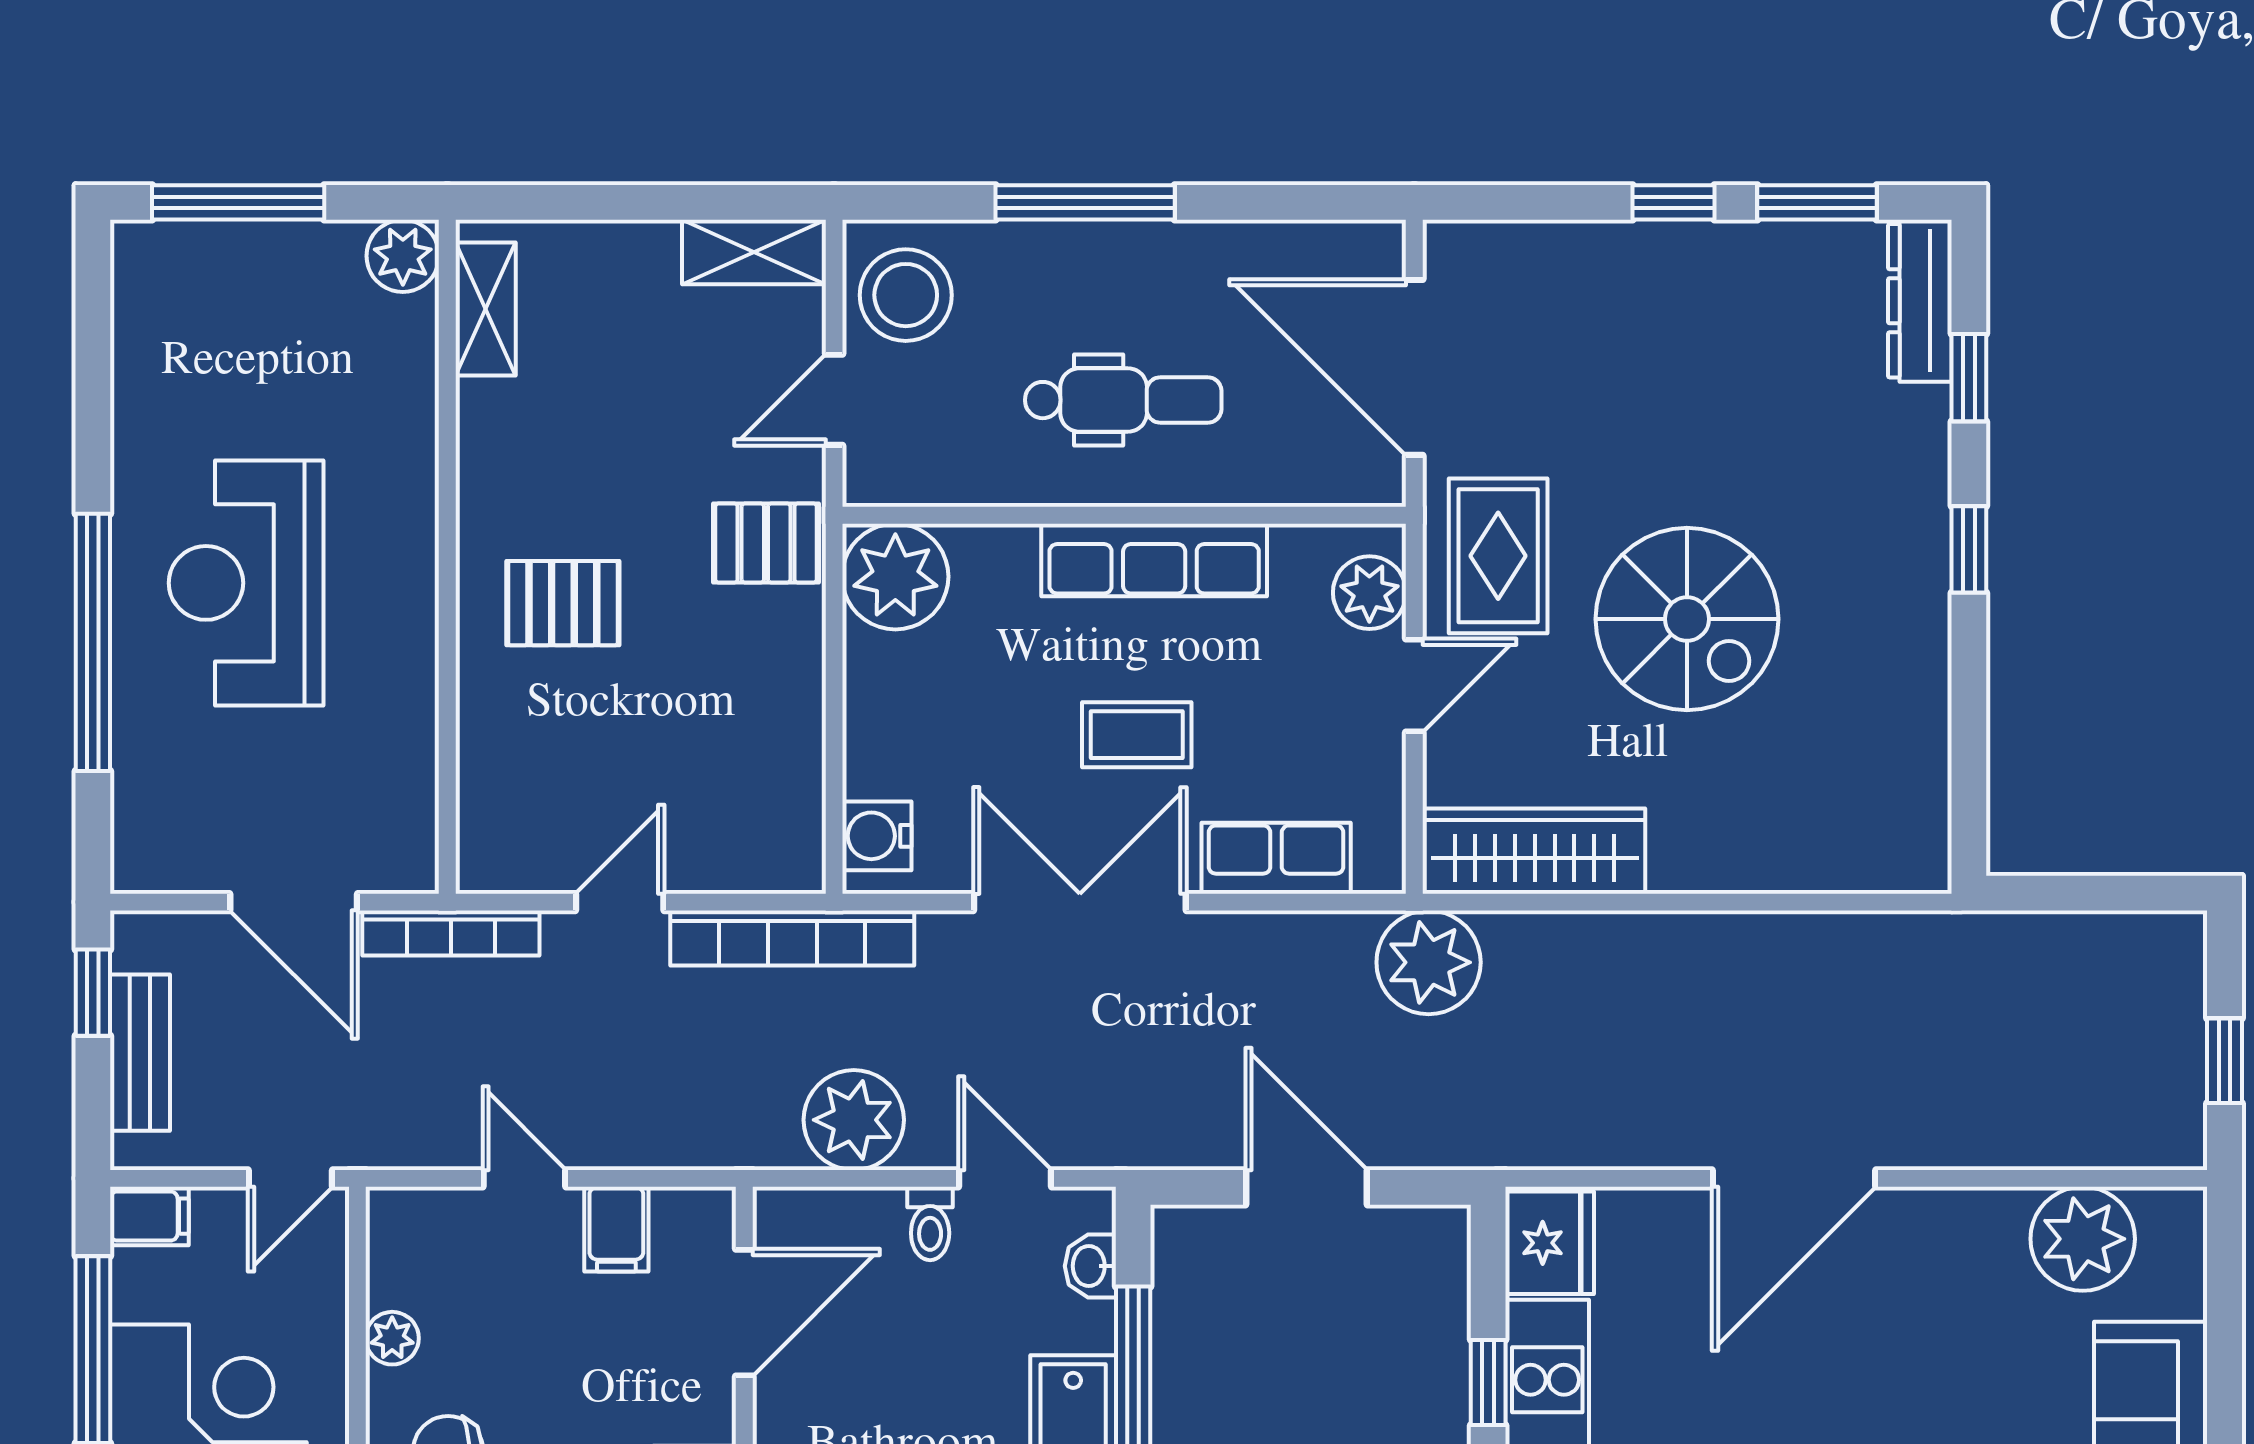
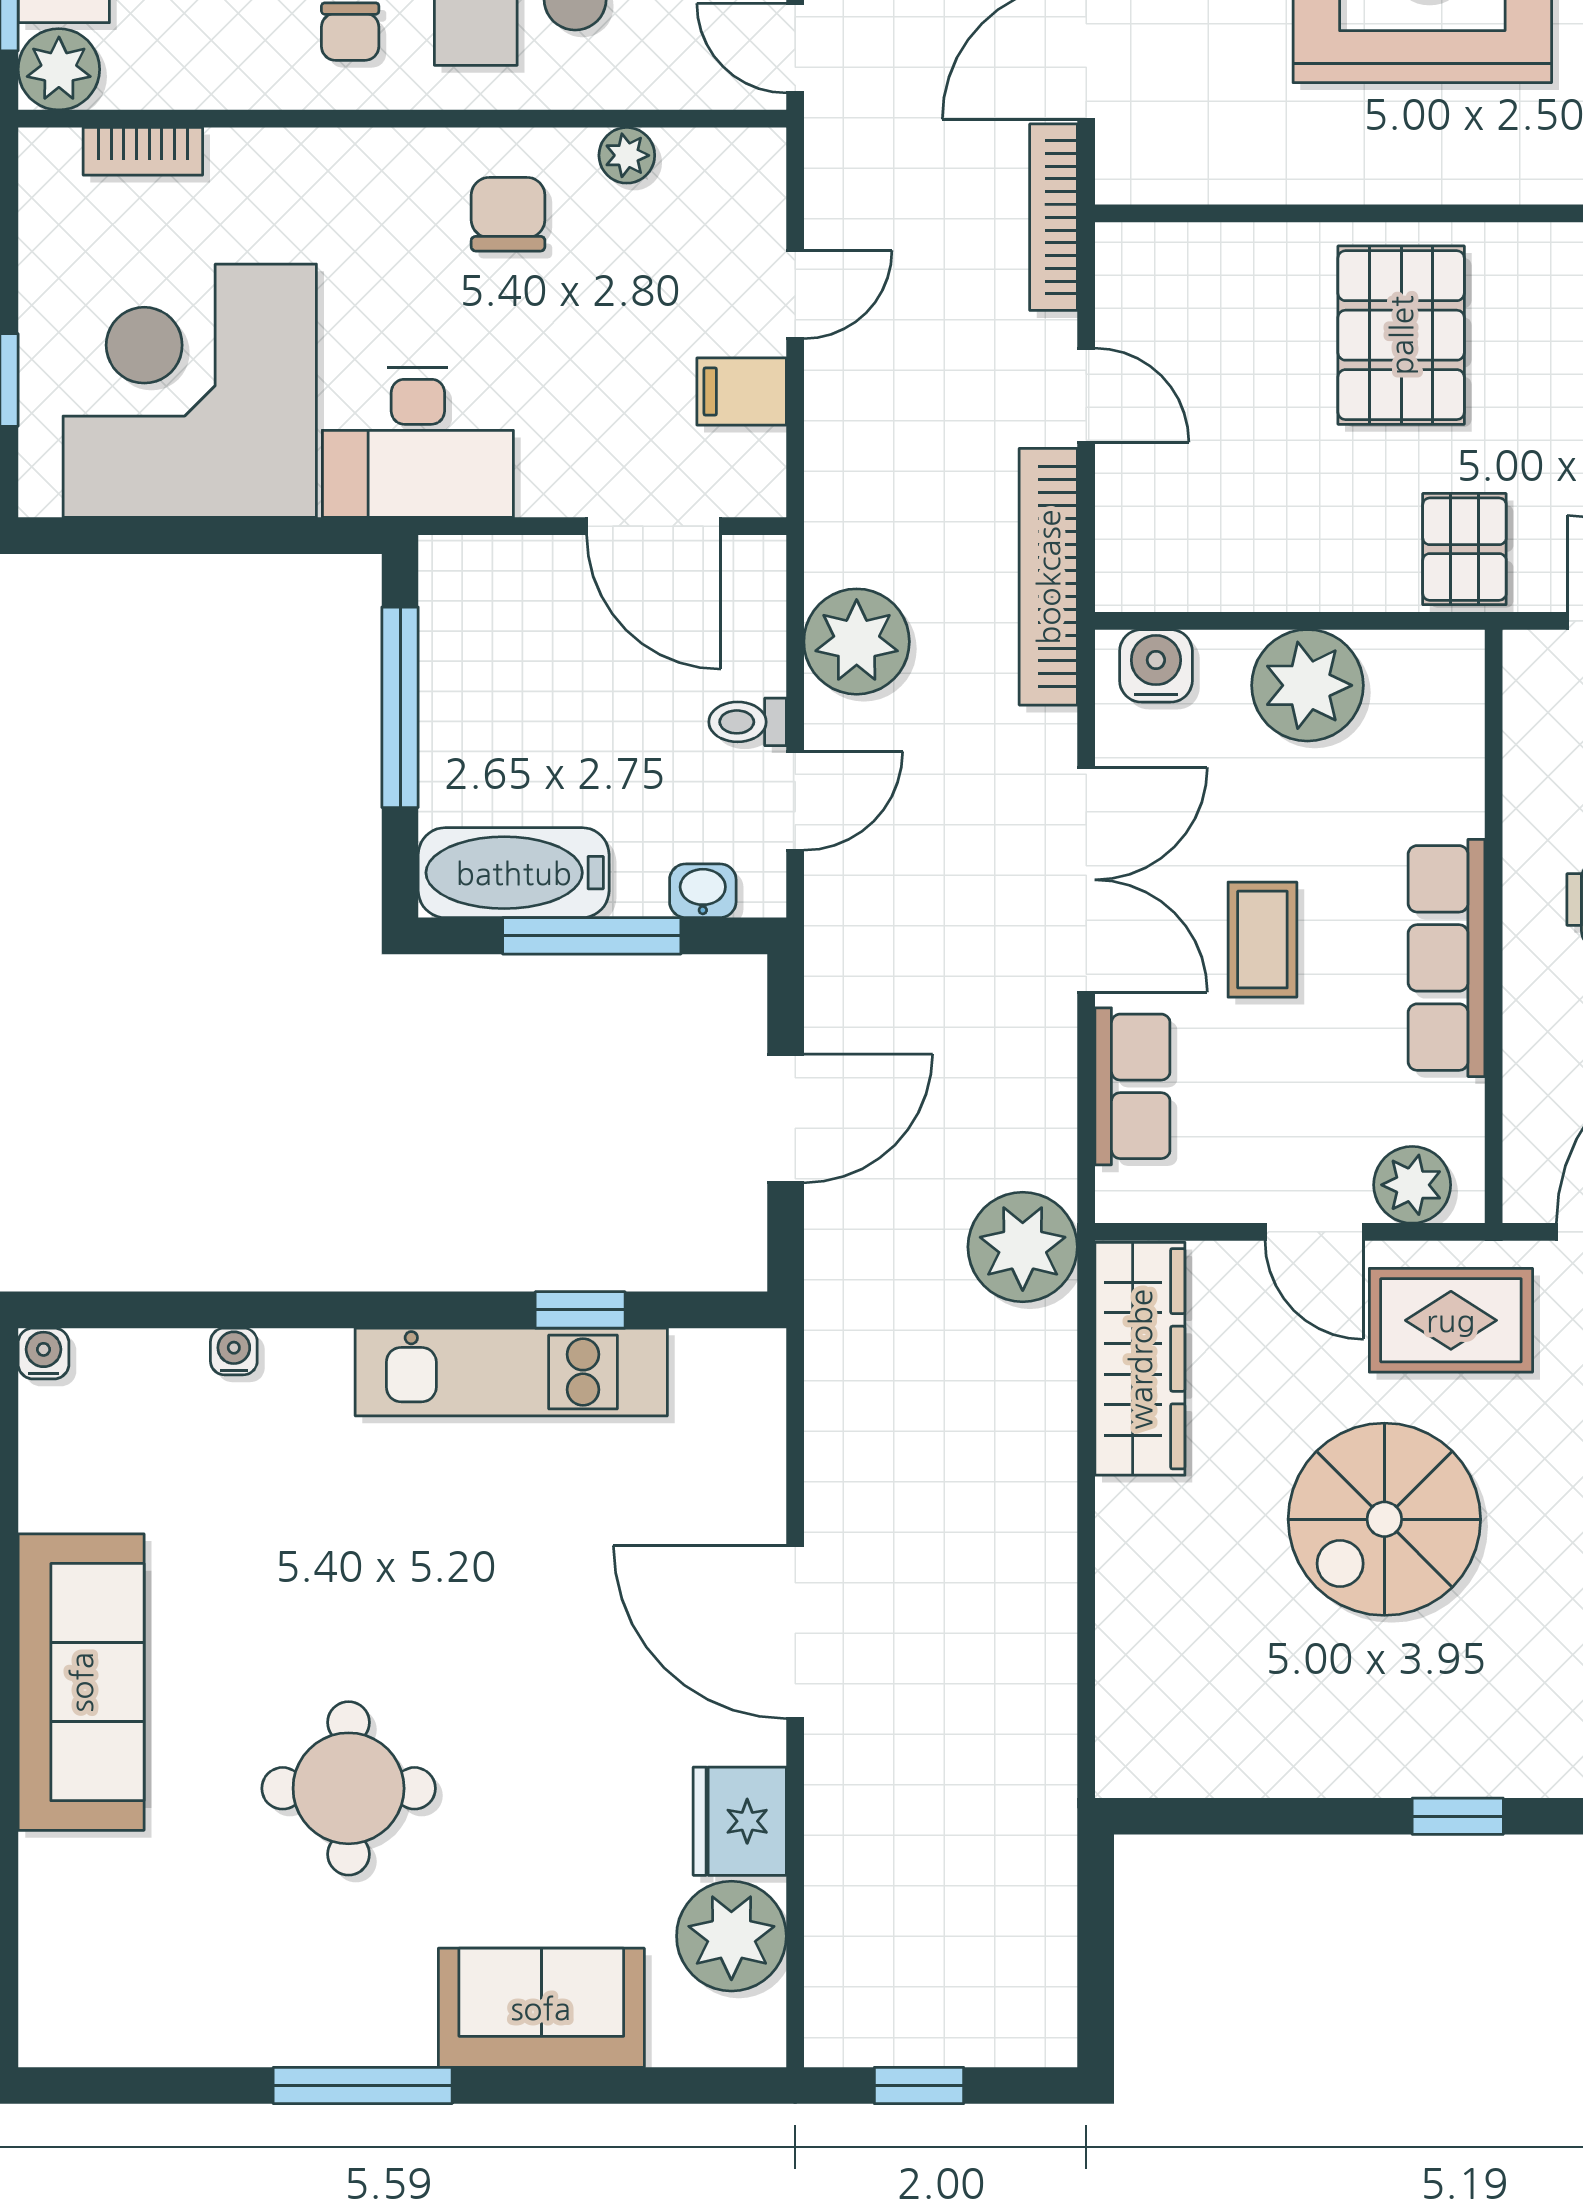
plant: (895, 577) -> (1307, 685), moved
pallet: (563, 603) -> (1401, 335), width x1.50, depth x1.42
fridge: (1550, 1243) -> (740, 1821), moved, turned 90

